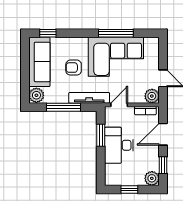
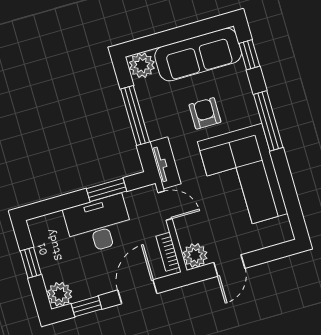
window: (116, 33) -> (268, 121), moved
tv unit: (89, 98) -> (165, 163), width x0.71
door: (163, 134) -> (137, 292), hinge flipped

